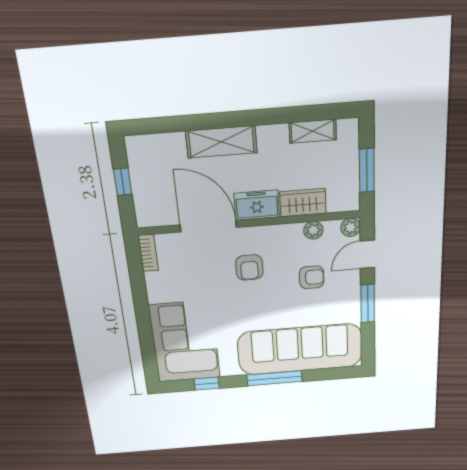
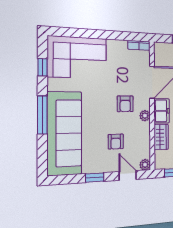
plant: (313, 230) -> (145, 116), moved
armchair: (249, 267) -> (125, 104), turned -90
window: (368, 304) -> (95, 178), width x0.67

